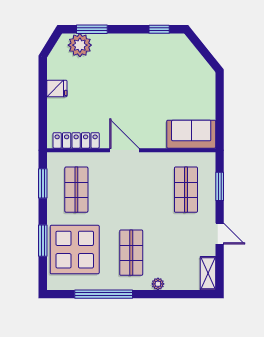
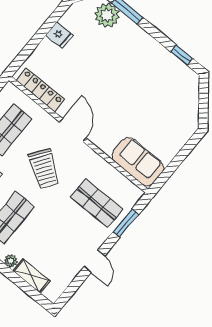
shop shelf: (186, 190) -> (97, 203), turned 90
trolley: (127, 196) -> (44, 169), added
shelving: (208, 273) -> (31, 276), moved, turned 90

